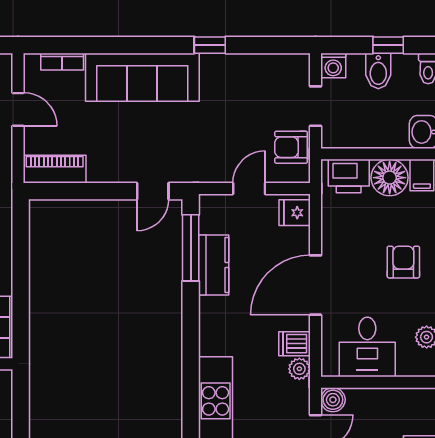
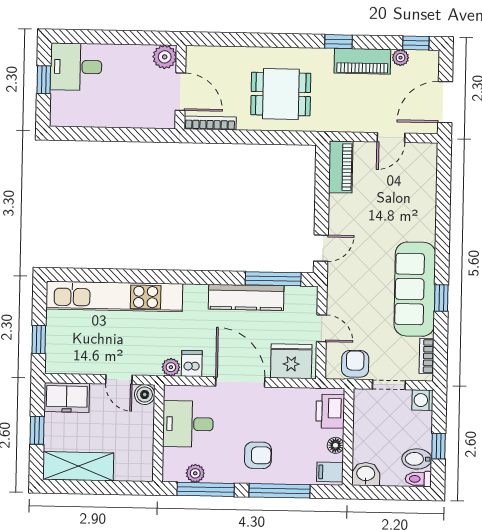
bookcase: (62, 62) -> (426, 356), moved
bidet: (378, 71) -> (417, 459), moved
sofa: (142, 77) -> (415, 289), moved
floor lamp: (390, 178) -> (335, 445), width x0.53, depth x0.53
door: (153, 191) -> (321, 248), swing flipped
fridge: (295, 213) -> (291, 361), width x1.88, depth x1.34
kitchen counter: (214, 265) -> (246, 297), width x1.50

